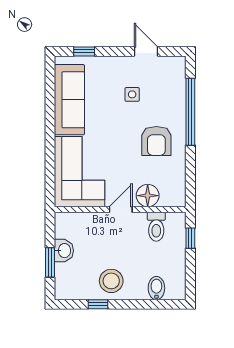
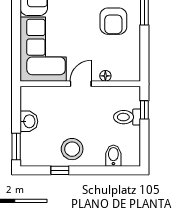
floor lamp: (148, 196) -> (105, 76), width x0.53, depth x0.53
toilet: (156, 227) -> (127, 117), moved, turned 90
window: (50, 262) -> (16, 146), moved

